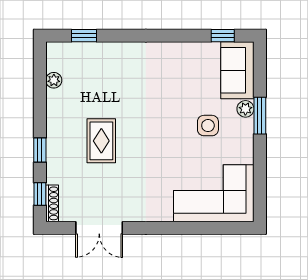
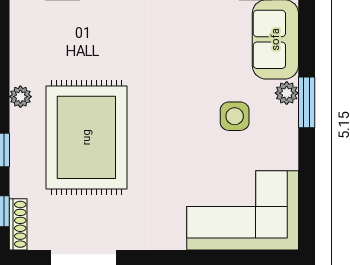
plant: (54, 80) -> (20, 97), moved
rug: (101, 141) -> (86, 137), width x1.86, depth x2.06

